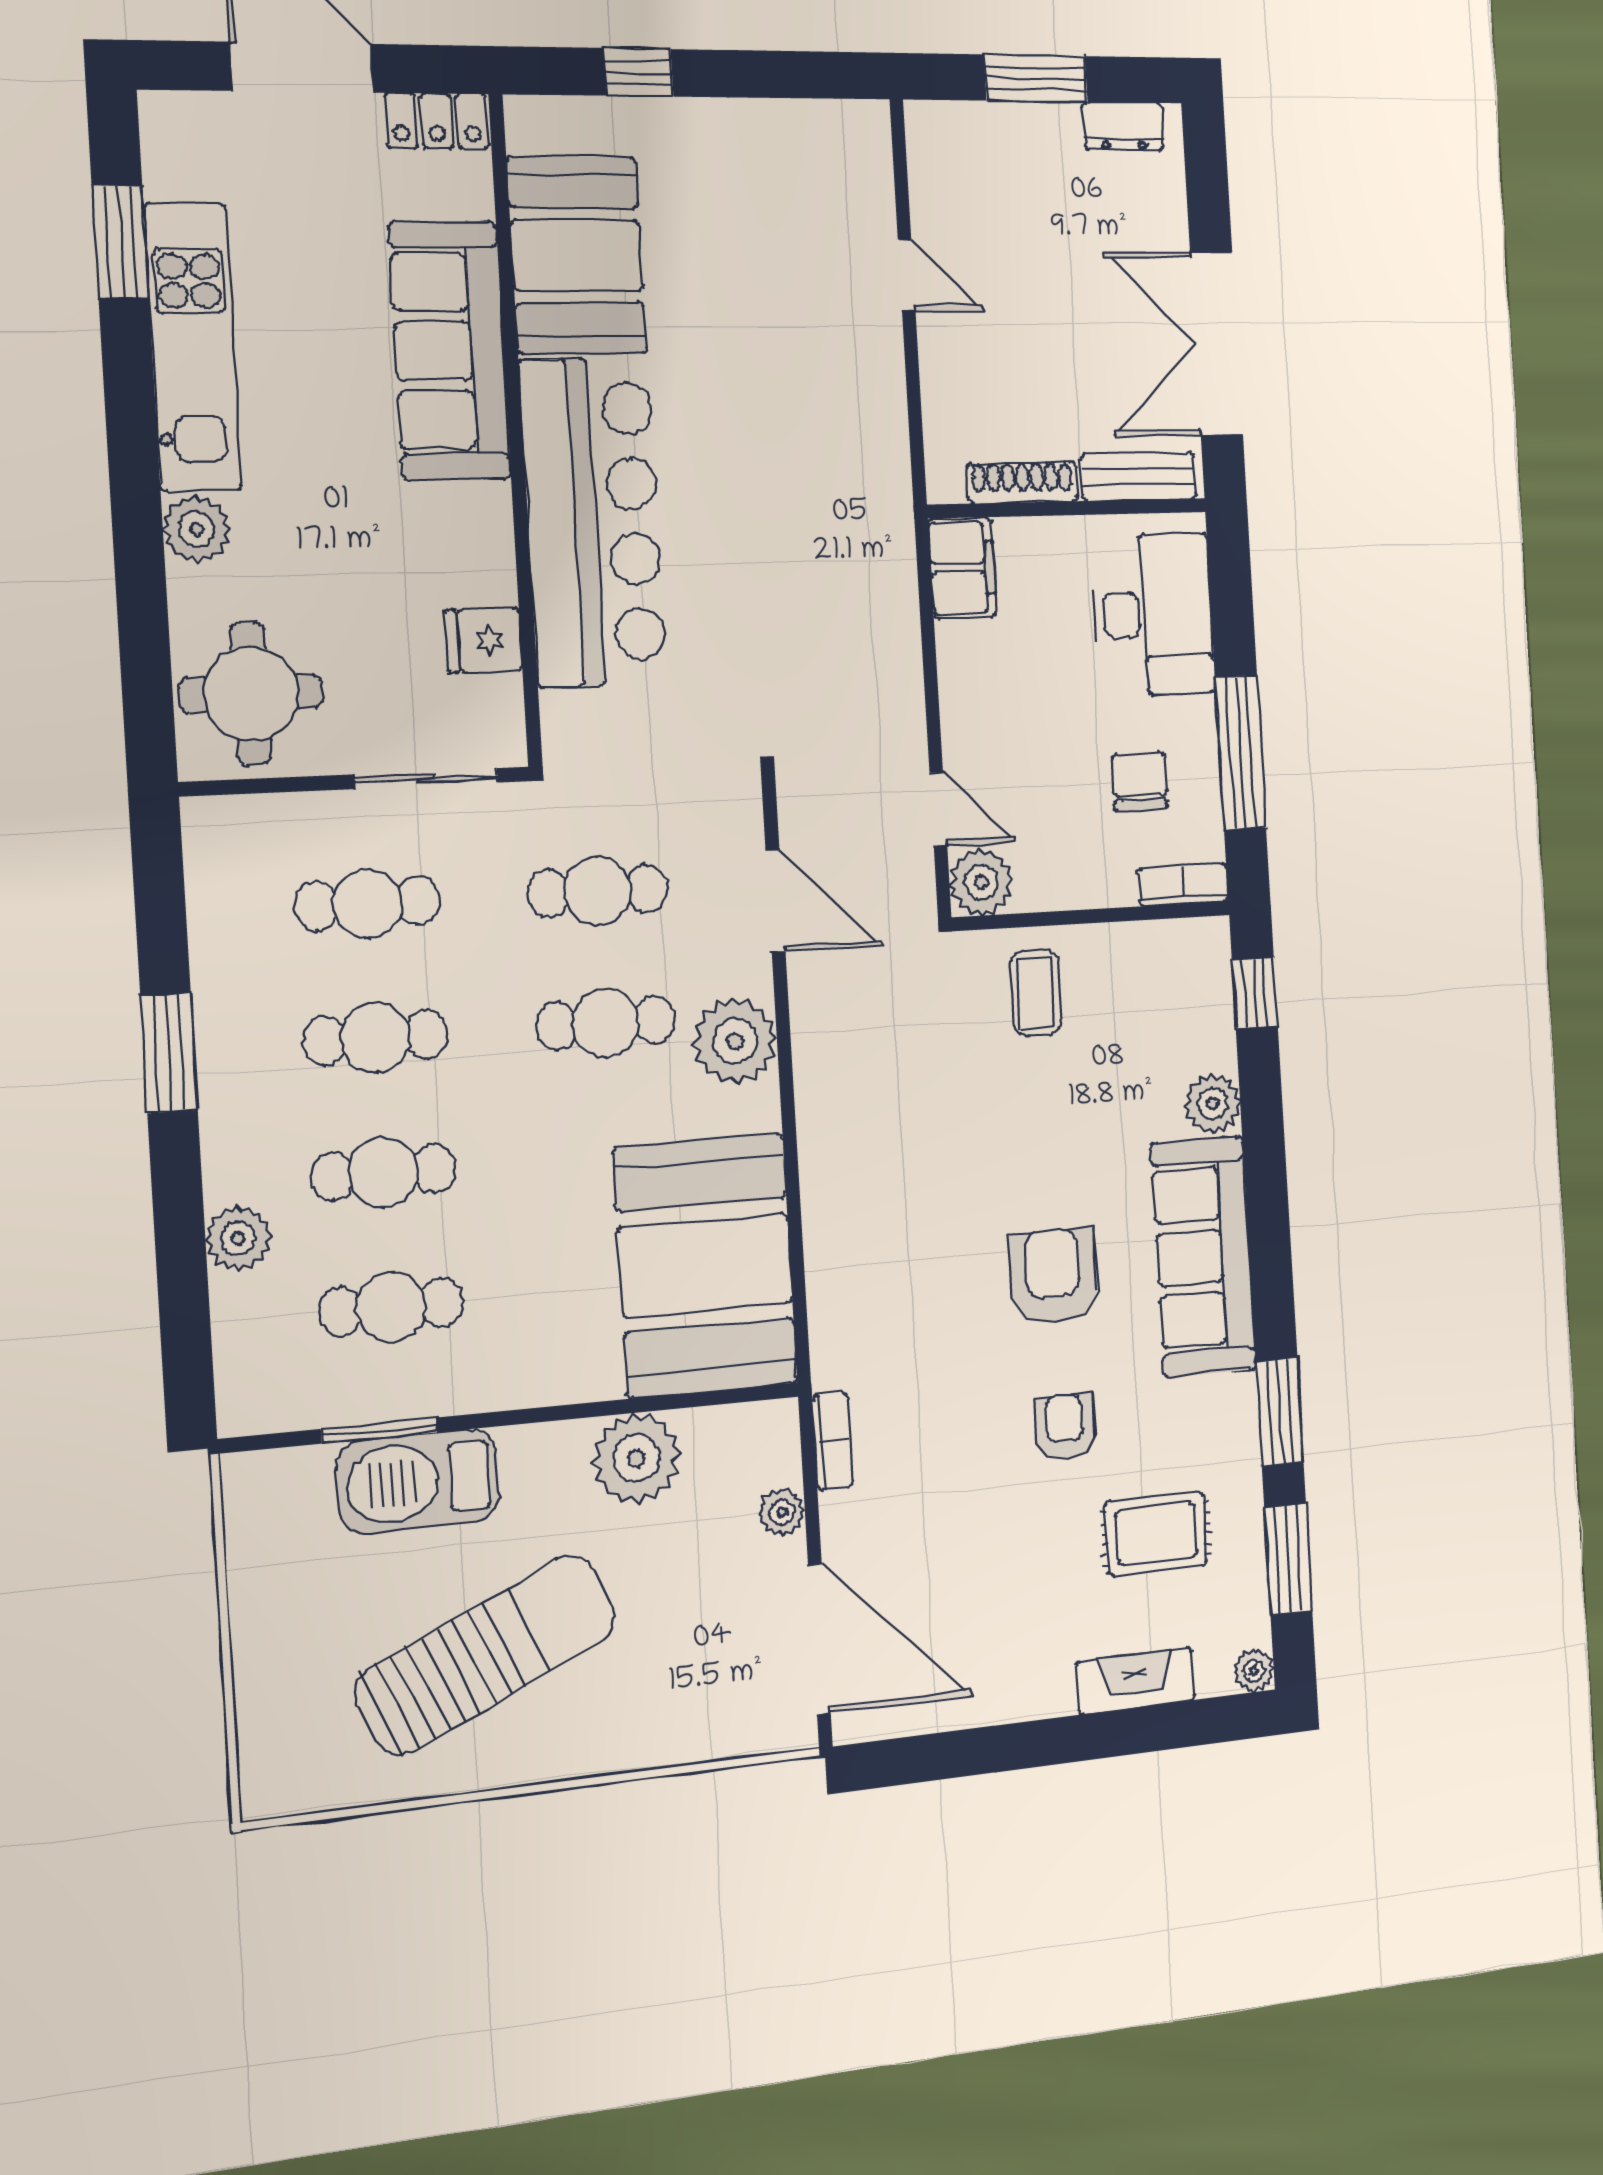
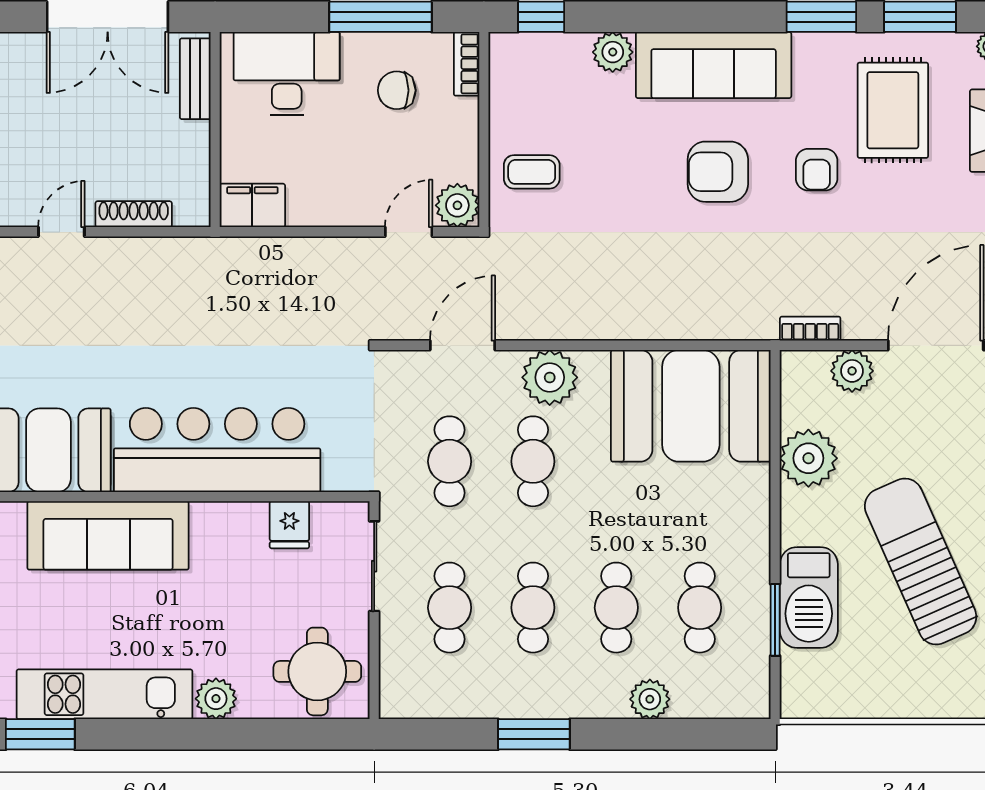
shoe rack: (1022, 483) -> (134, 214), moved, turned 90
armchair: (1065, 1427) -> (817, 170), turned -90
plant: (782, 1512) -> (852, 371), width x1.38, depth x1.38
rug: (1156, 1534) -> (893, 110), width x1.36, depth x1.43

